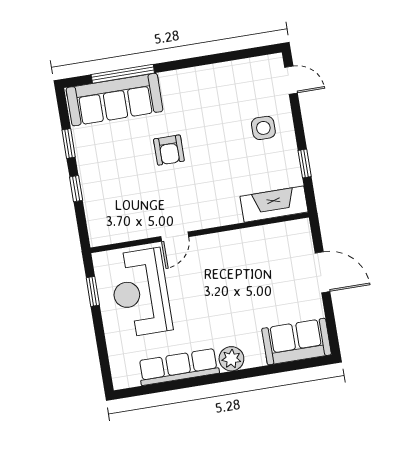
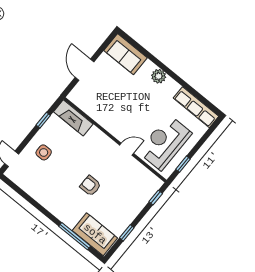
sofa: (115, 100) -> (95, 234), width x0.73
armchair: (169, 150) -> (90, 186), turned -90
window: (76, 189) -> (156, 198), moved
reception desk: (140, 293) -> (165, 143), turned 180
row of seats: (179, 367) -> (196, 107), moved

